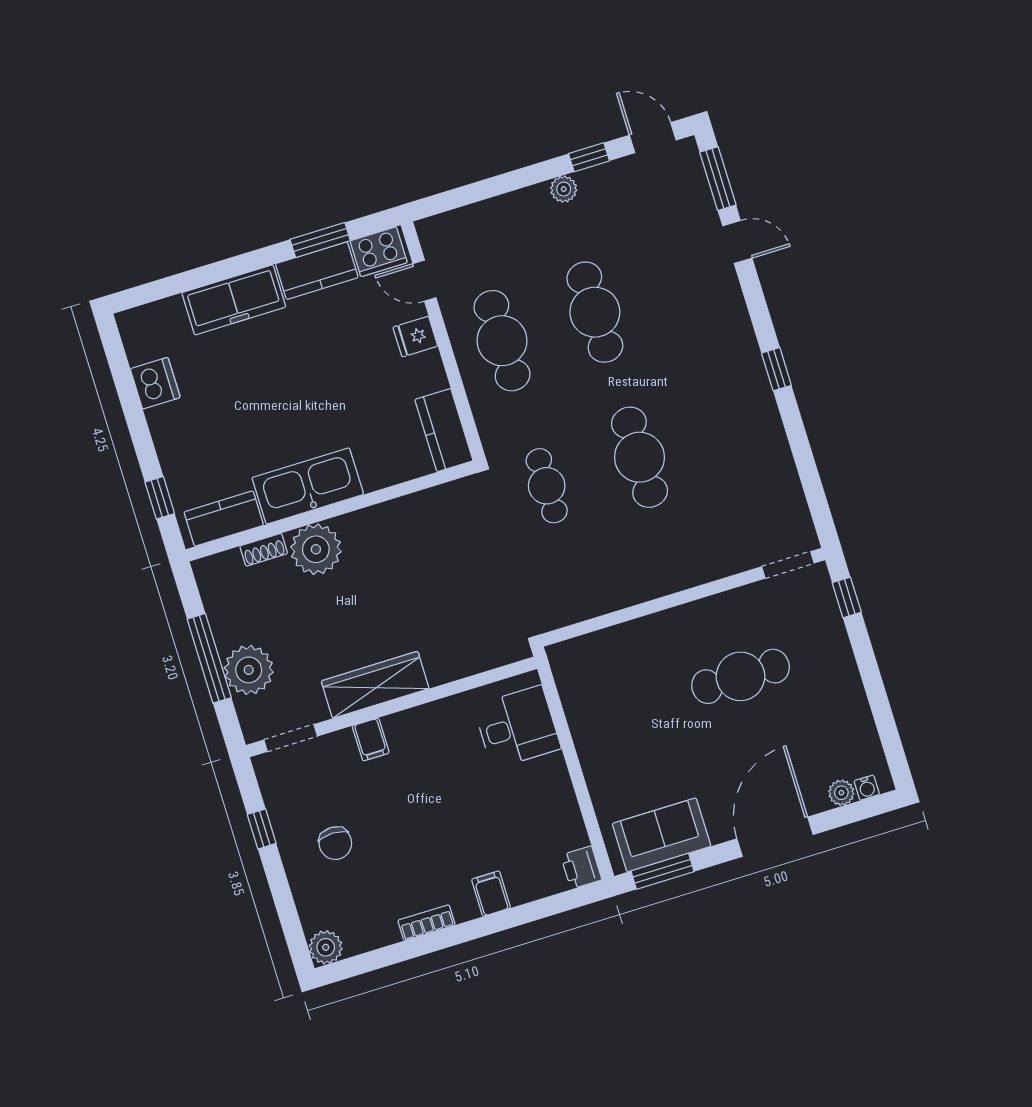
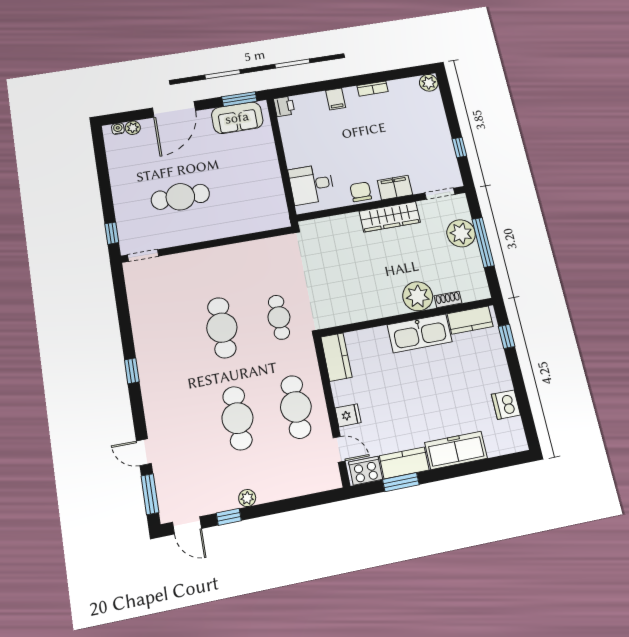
filing cabinet: (371, 739) -> (395, 188), width x2.00
chair: (335, 843) -> (361, 192), moved

